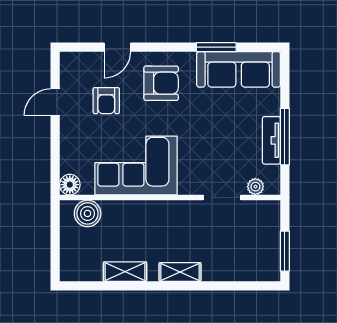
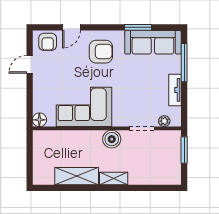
armchair: (106, 101) -> (48, 42), moved
window: (285, 137) -> (184, 63), moved
boiler: (88, 213) -> (112, 139), moved
window: (285, 251) -> (184, 150), moved
shelving: (125, 272) -> (77, 176), width x1.50, depth x1.33

